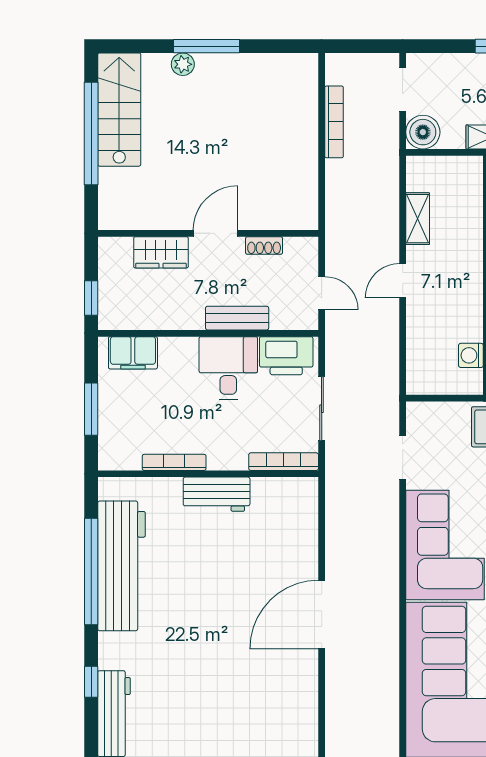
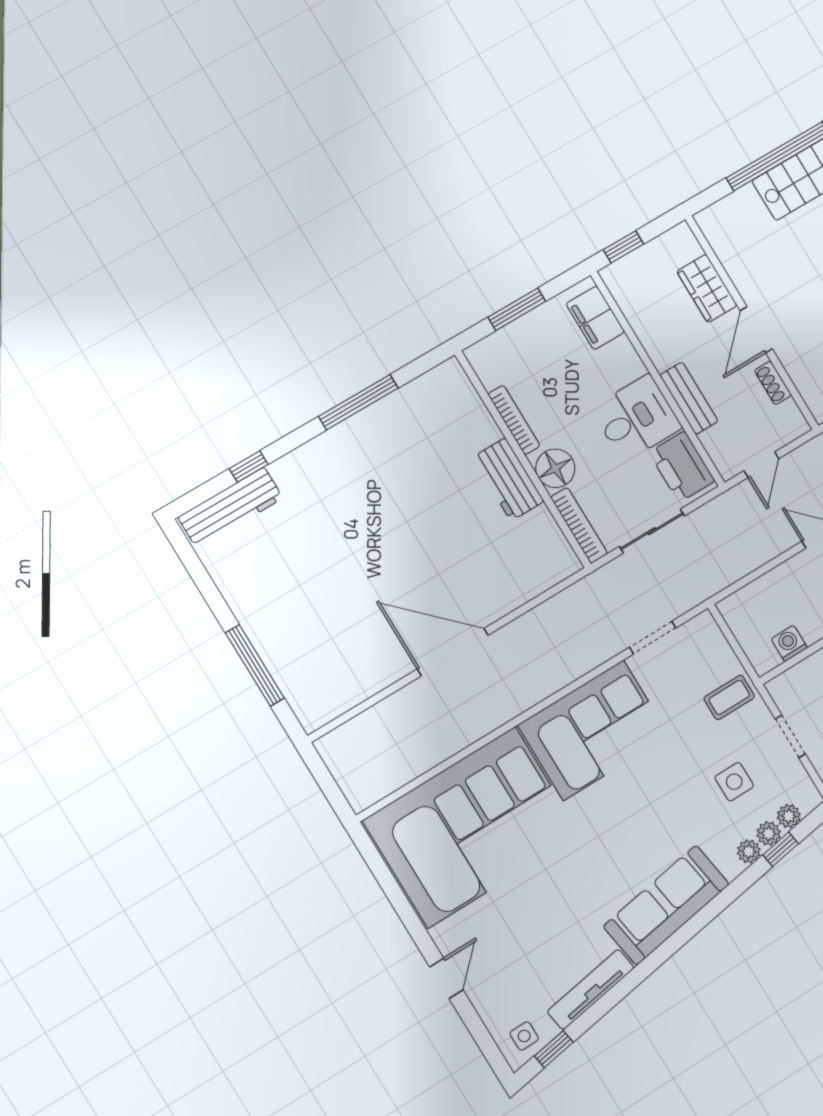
door: (215, 233) -> (756, 330), swing flipped
floor lamp: (230, 453) -> (555, 468), added
workbench: (122, 566) -> (382, 429), removed
window: (91, 572) -> (358, 402), width x0.68

